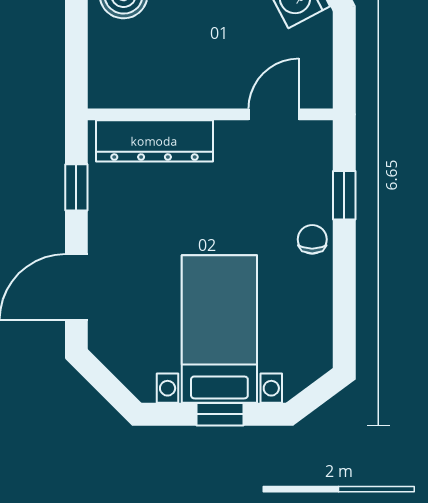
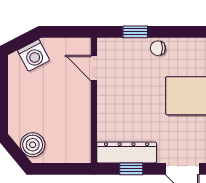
dresser: (154, 141) -> (127, 152), moved, turned -90

